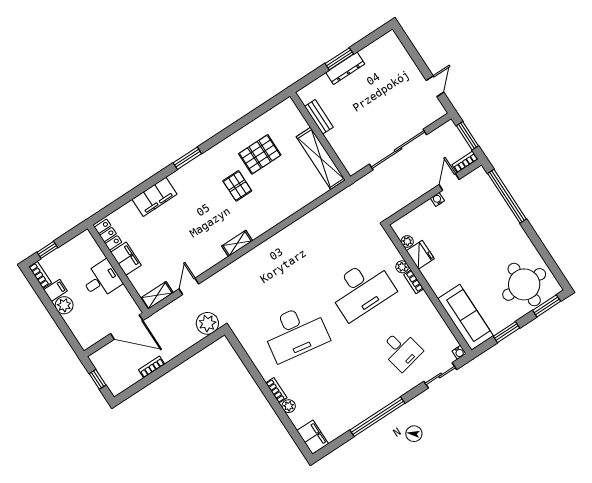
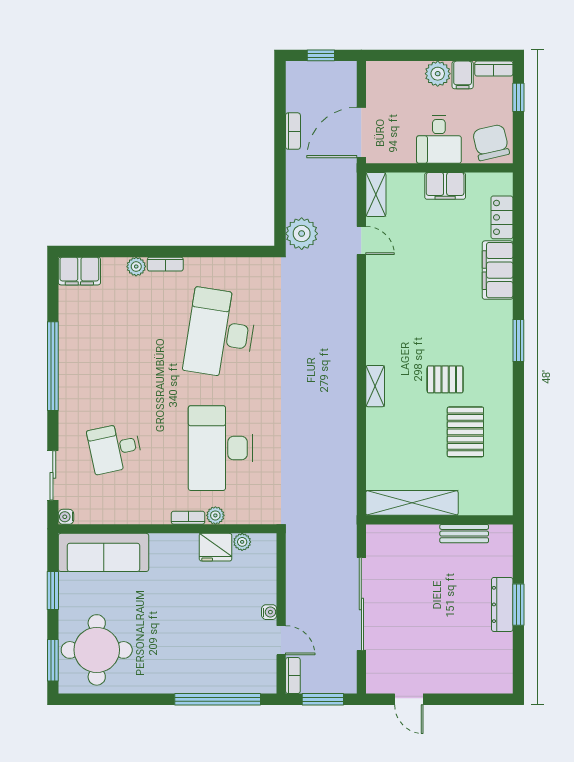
locker: (108, 235) -> (502, 217), moved, turned 90
shelving: (237, 243) -> (375, 386), moved
chair: (84, 249) -> (491, 142), added

